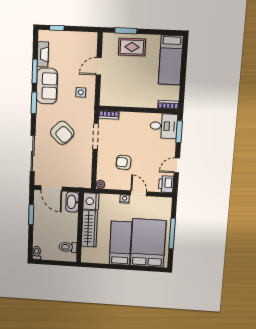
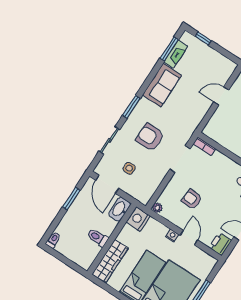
window: (35, 71) -> (169, 49), moved
side table: (81, 92) -> (129, 168), moved
window: (34, 103) -> (131, 107), moved
armchair: (62, 133) -> (150, 137), turned 136
sliding door: (33, 154) -> (109, 140), width x0.73
wardrobe: (89, 229) -> (110, 261), moved
toilet: (68, 247) -> (98, 237), moved

